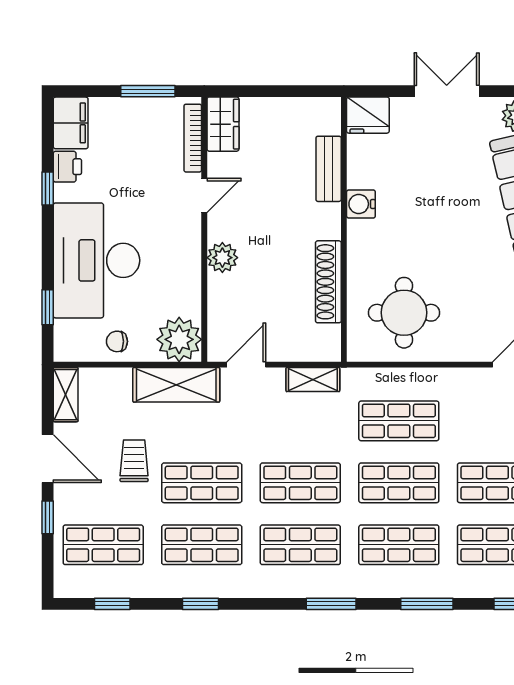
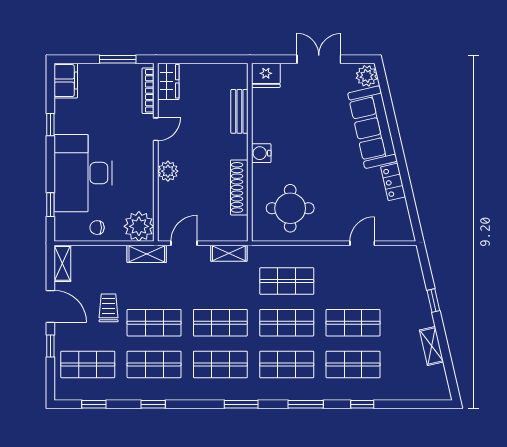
printer: (67, 167) -> (64, 110), removed
water cooler: (361, 204) -> (261, 153), moved
shelving: (176, 385) -> (147, 254), width x0.67, depth x0.75

